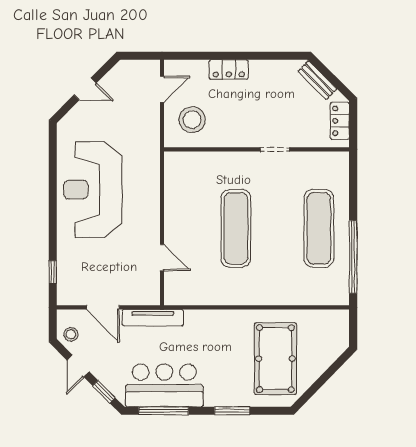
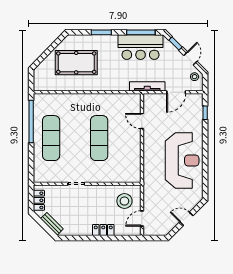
door: (103, 307) -> (176, 92), swing flipped
pool table: (275, 359) -> (76, 63), turned 90

